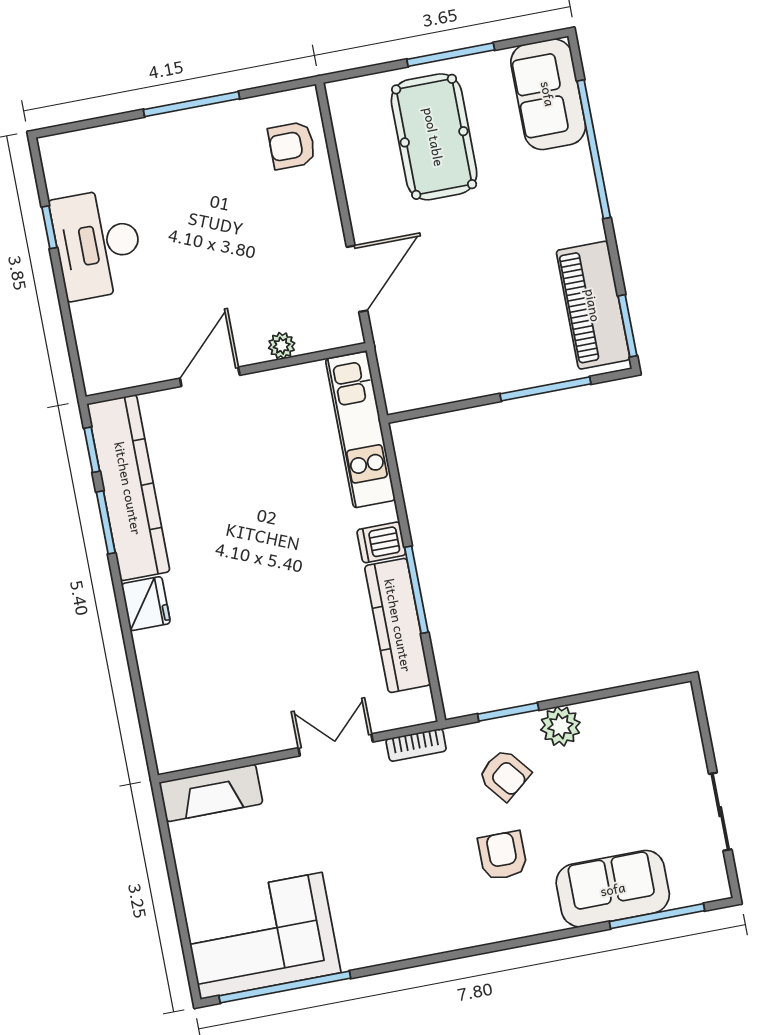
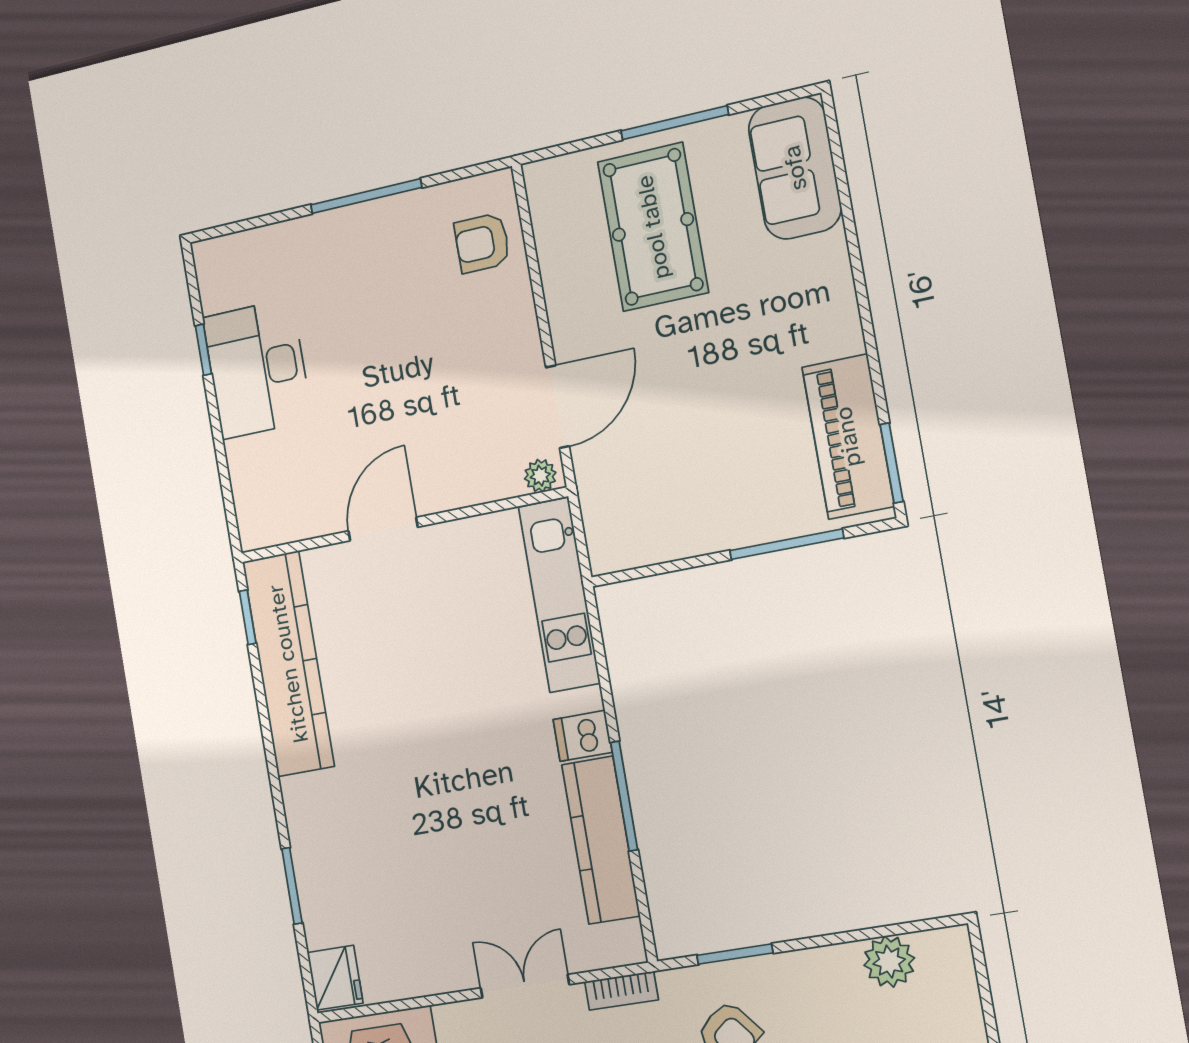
window: (594, 149) -> (852, 236), removed
plant: (282, 346) -> (540, 476), moved
window: (106, 522) -> (292, 886), moved
fridge: (146, 604) -> (335, 978), moved
plant: (560, 726) -> (889, 962), moved

